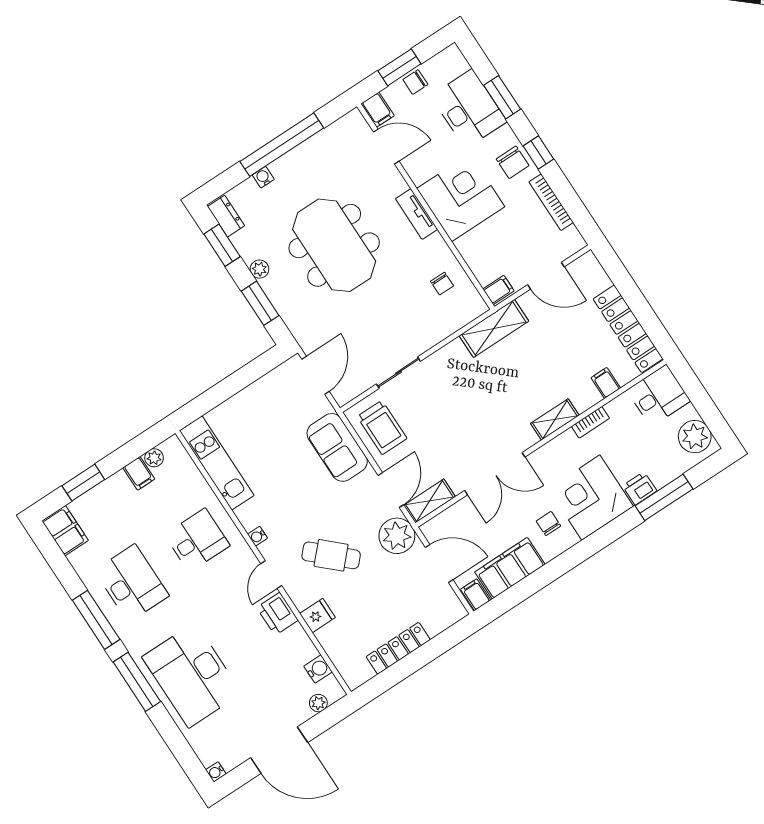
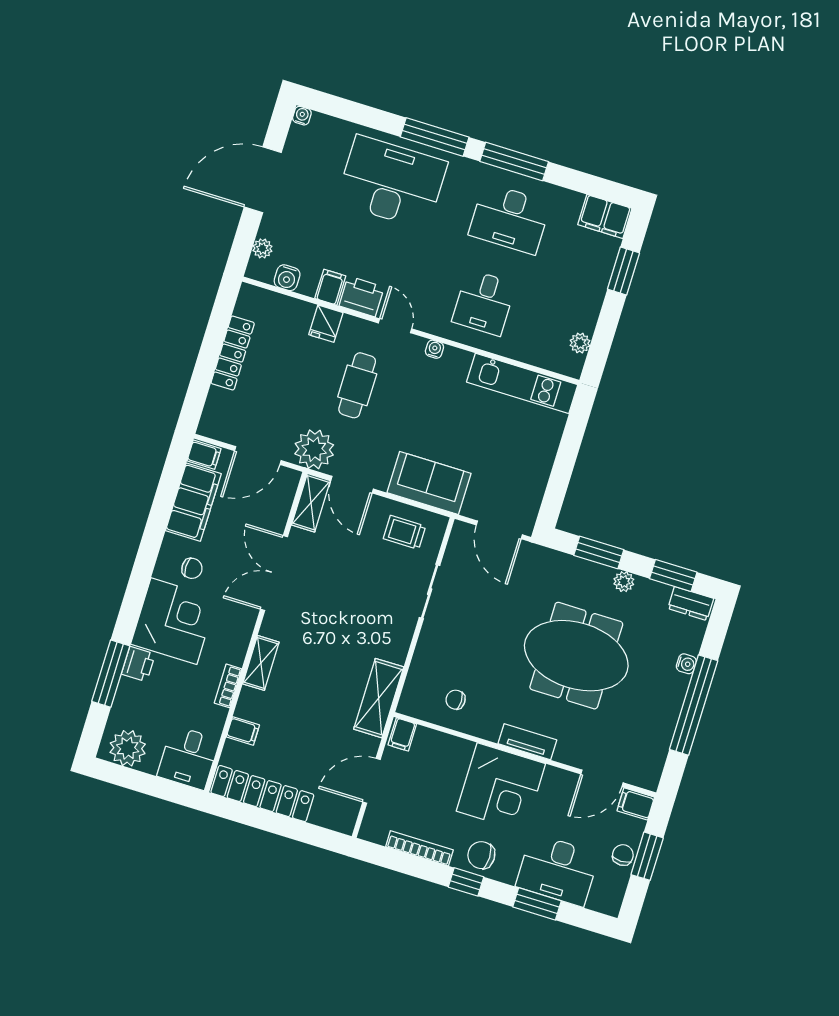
trolley: (382, 427) -> (405, 532), width x0.73, depth x0.72
filing cabinet: (139, 473) -> (330, 287), moved, turned 90
cafe table: (331, 555) -> (357, 385), turned -43

